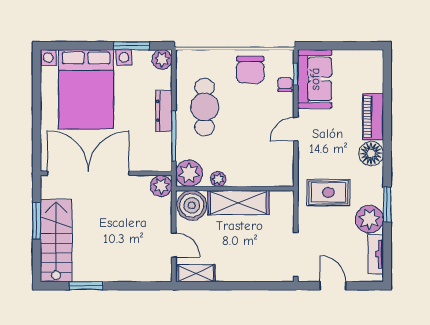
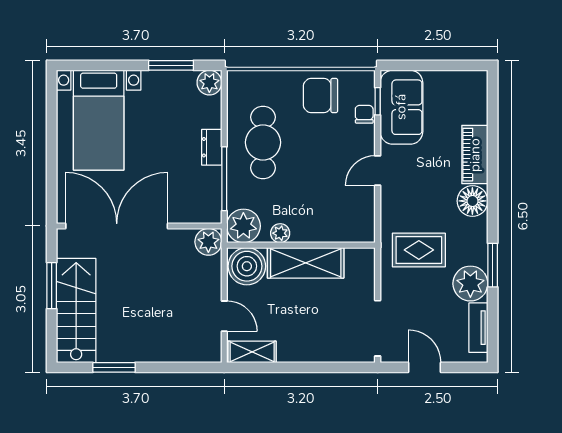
chair: (250, 70) -> (321, 96), turned 90
bed with nightstands: (86, 89) -> (99, 120), width x0.73
dresser: (164, 111) -> (212, 147), width x0.70

